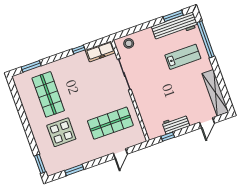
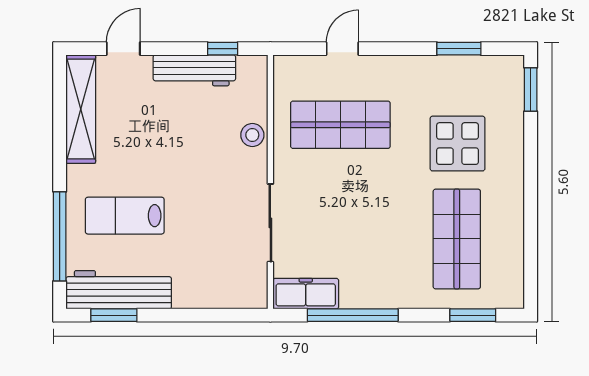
stool: (129, 43) -> (252, 135), moved
window: (79, 49) -> (353, 315), width x3.17
workbench: (176, 124) -> (194, 70), width x1.38

